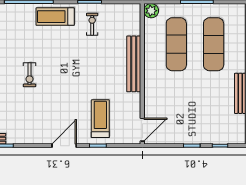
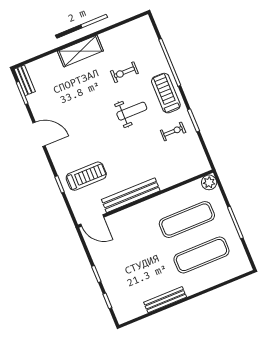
weight bench: (59, 54) -> (132, 111), added
bench: (134, 64) -> (131, 195), moved
exercise bike: (29, 75) -> (124, 72), moved
door: (64, 146) -> (39, 134), moved

